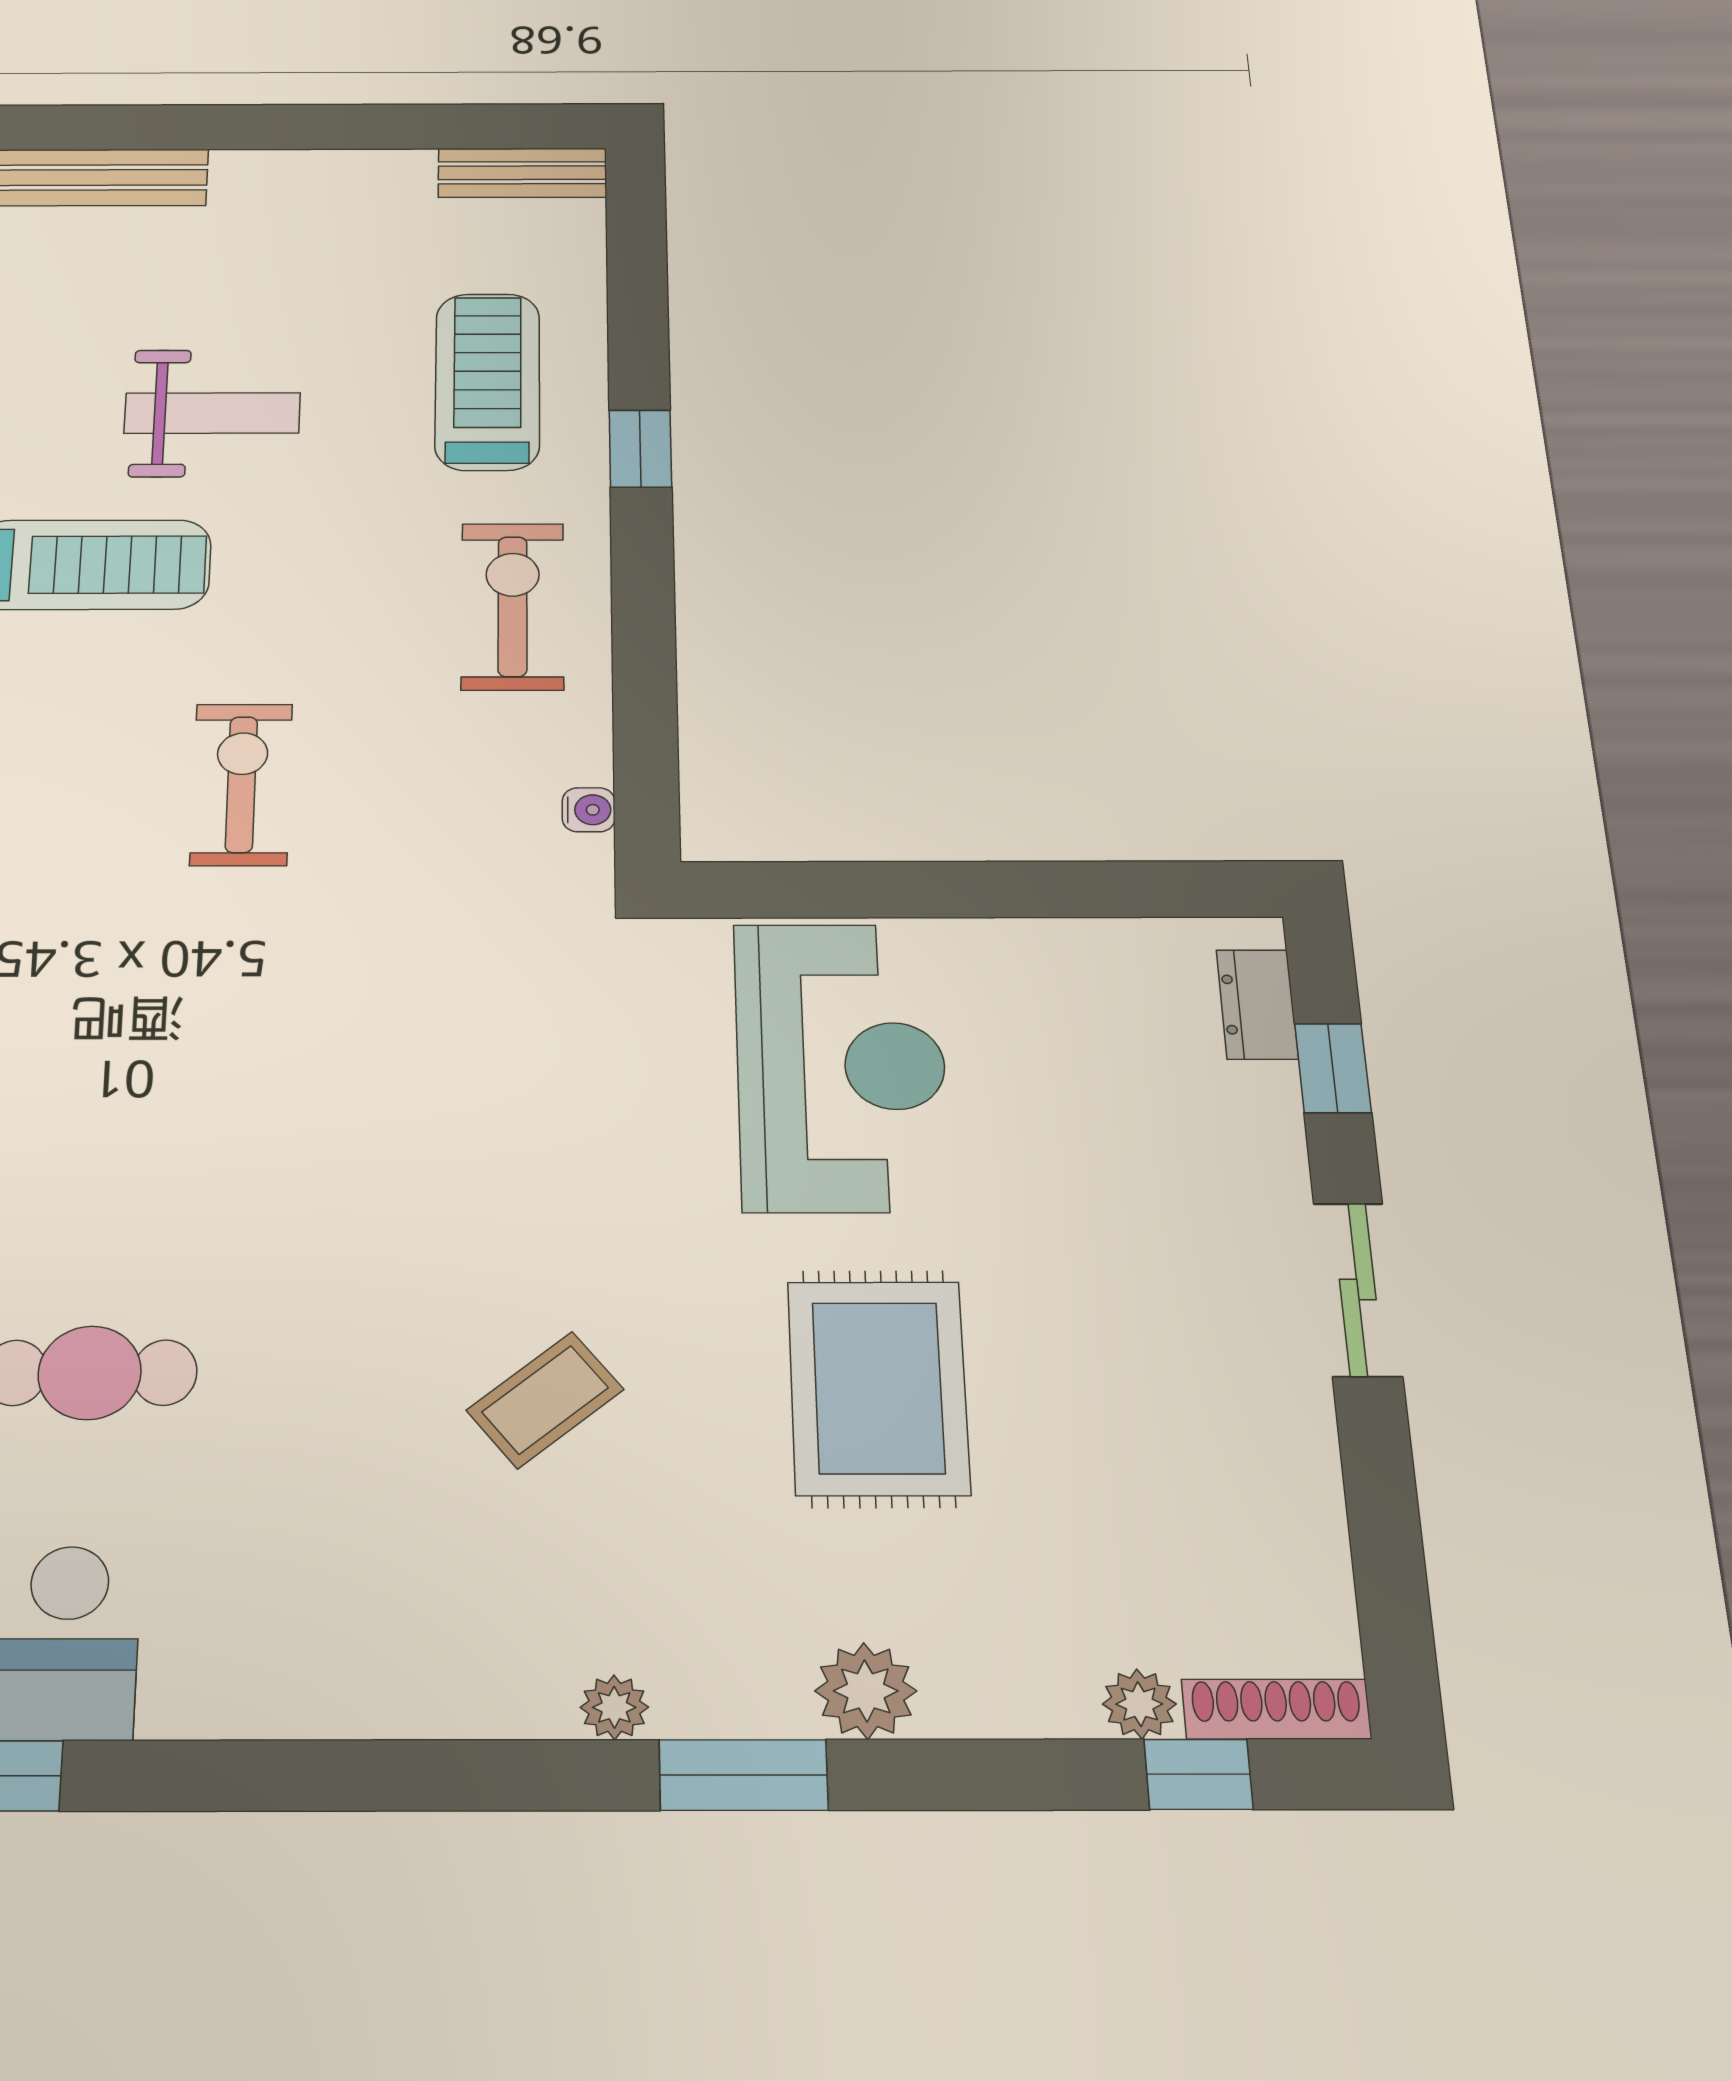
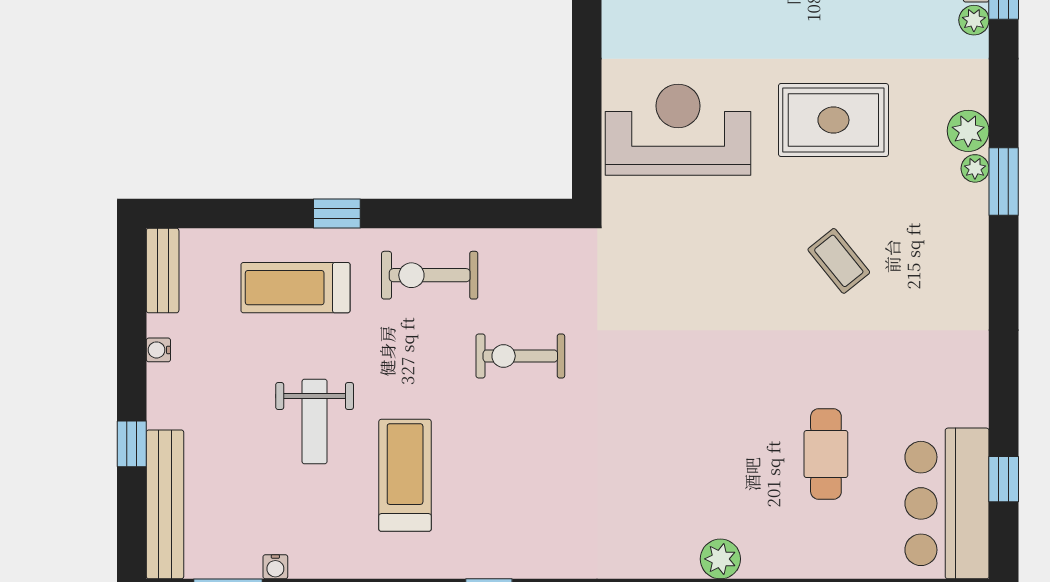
window: (182, 127) -> (132, 444), added
weight bench: (212, 413) -> (315, 421), turned 180
exercise bike: (241, 784) -> (520, 356), moved
water cooler: (589, 810) -> (158, 350), moved, turned -90
plant: (614, 1707) -> (975, 168), moved

